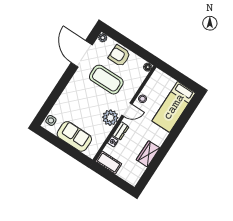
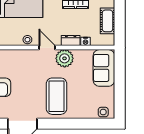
coffee table: (106, 80) -> (56, 96), moved
sofa: (74, 136) -> (104, 68), moved
cot: (109, 163) -> (108, 21), moved

